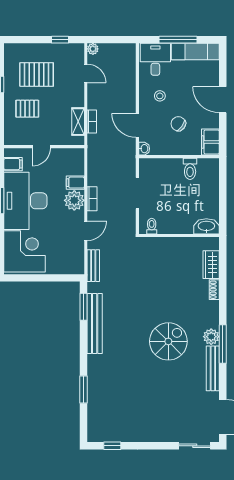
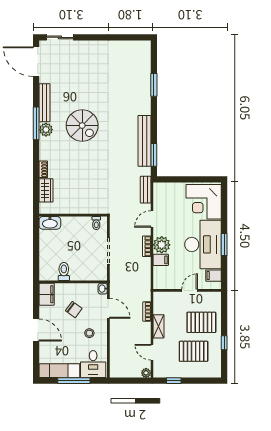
pallet: (27, 109) -> (201, 322), width x1.50, depth x1.42
shelving: (78, 122) -> (158, 326), moved
spiral stairs: (168, 341) -> (82, 126), turned -90
window: (112, 446) -> (130, 37), removed

